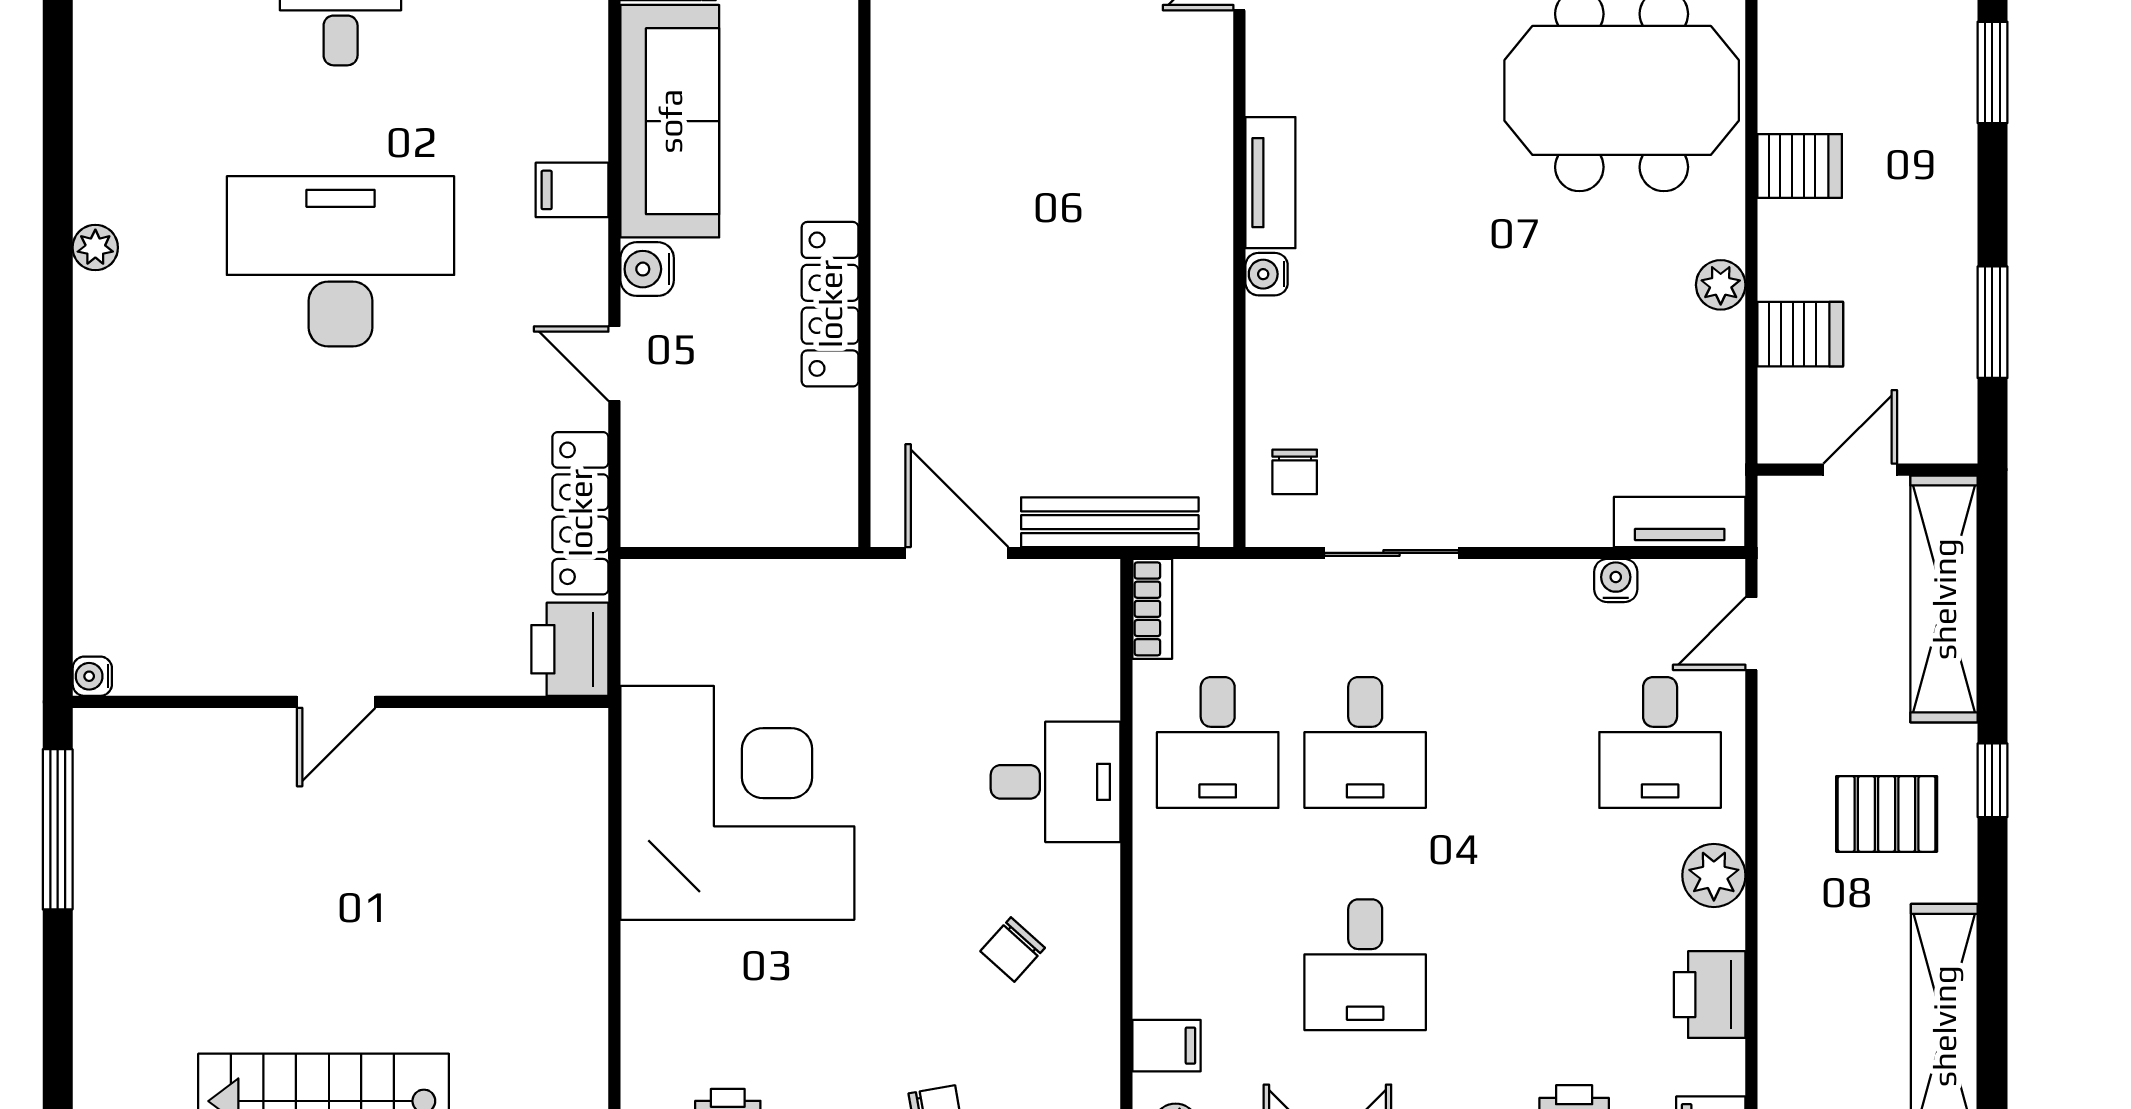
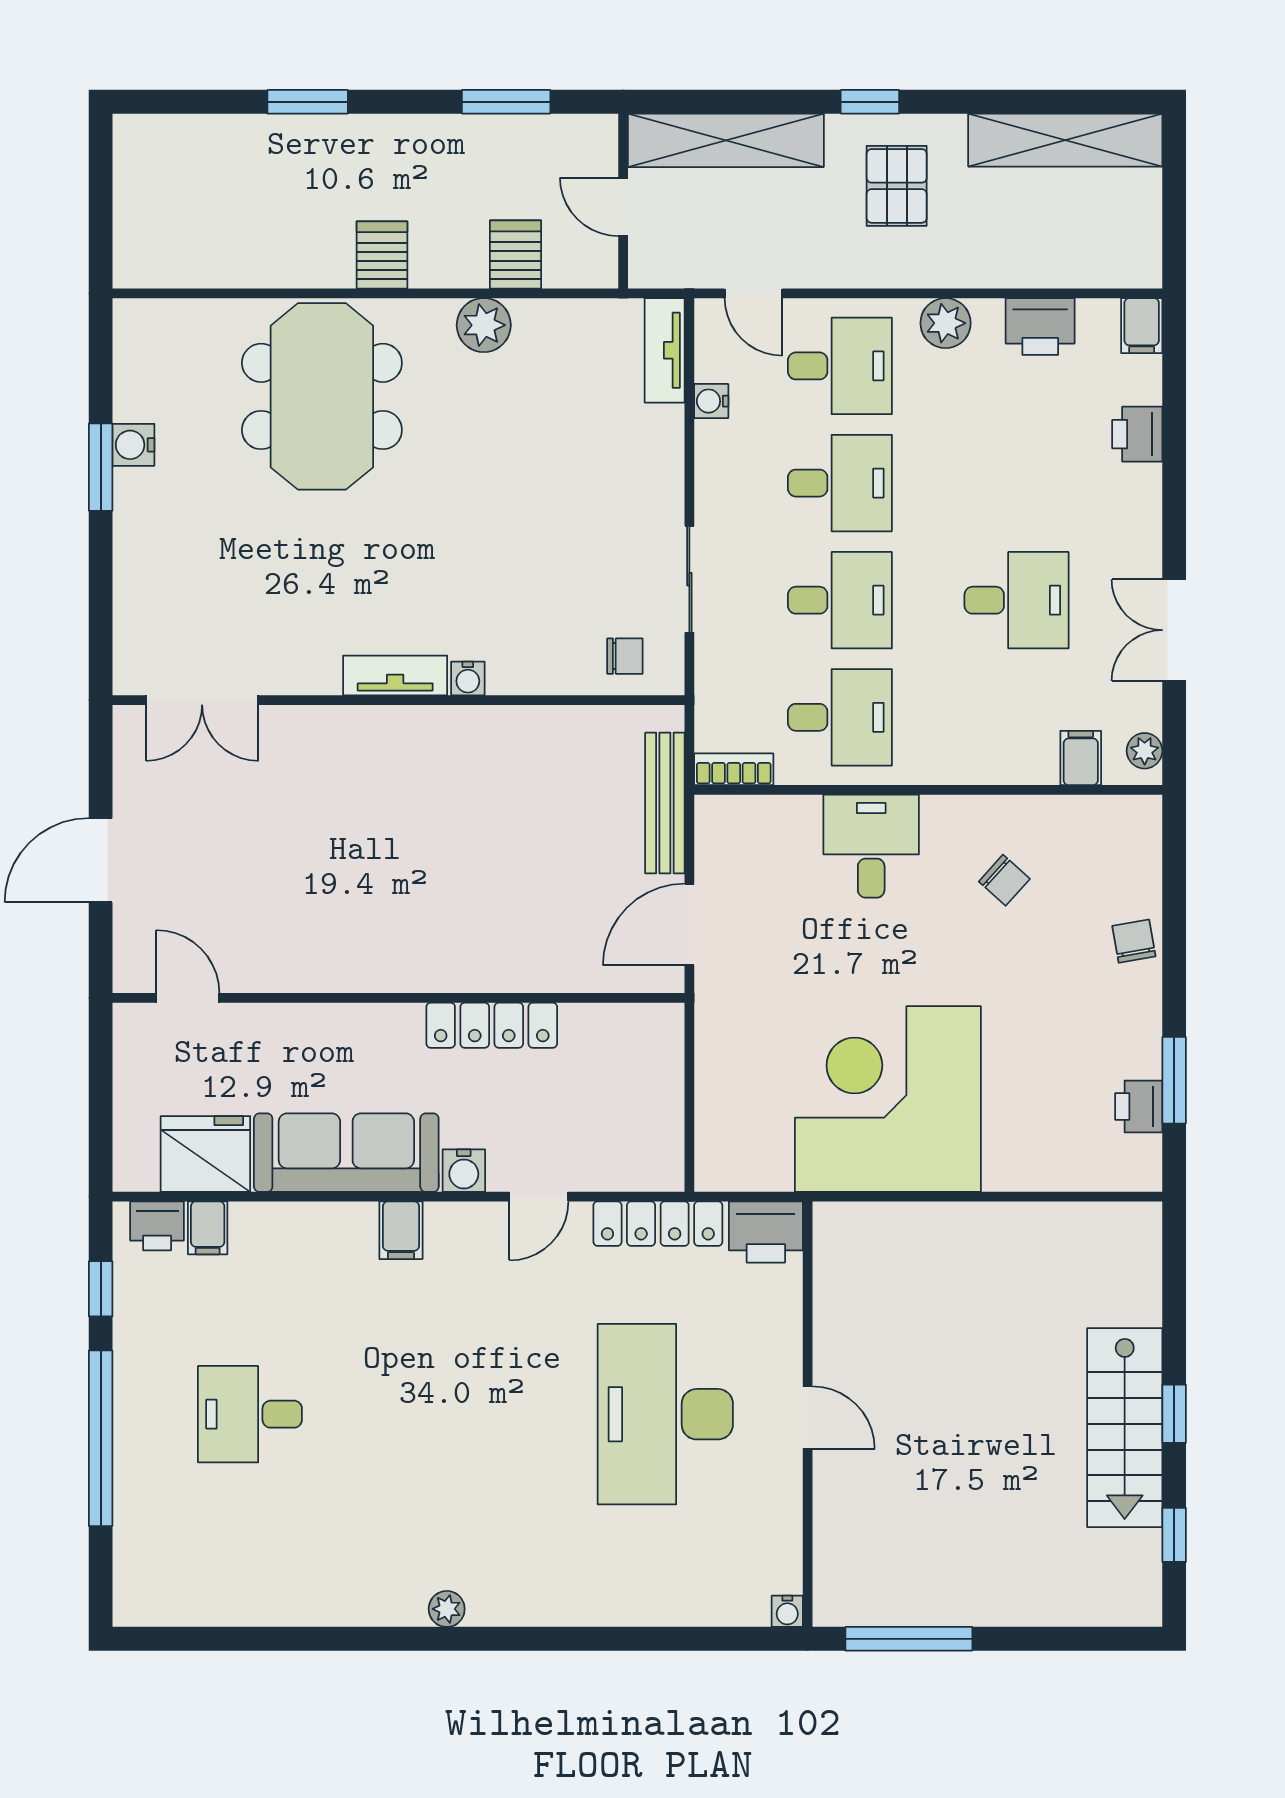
desk: (341, 261) -> (665, 1414), moved
plant: (1721, 285) -> (484, 325), width x1.38, depth x1.38
desk: (1513, 742) -> (840, 483), added

